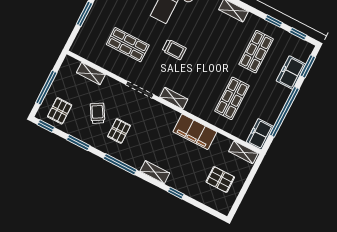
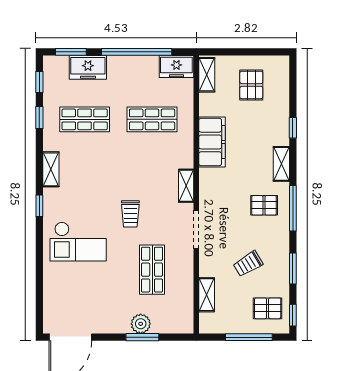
plant: (94, 17) -> (141, 324), added
trolley: (174, 49) -> (130, 214), turned 180
pallet: (119, 131) -> (264, 205), moved

